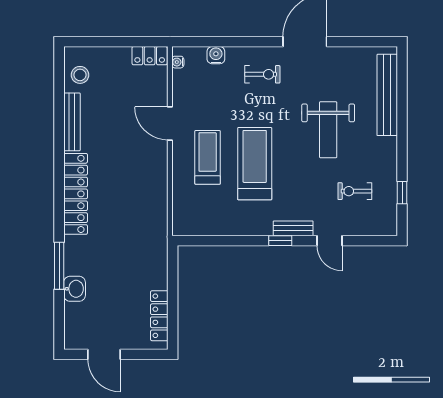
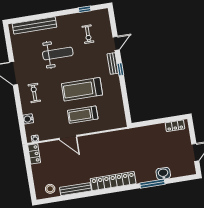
door: (170, 123) -> (68, 137), hinge flipped
locker: (159, 316) -> (175, 126), width x0.66

